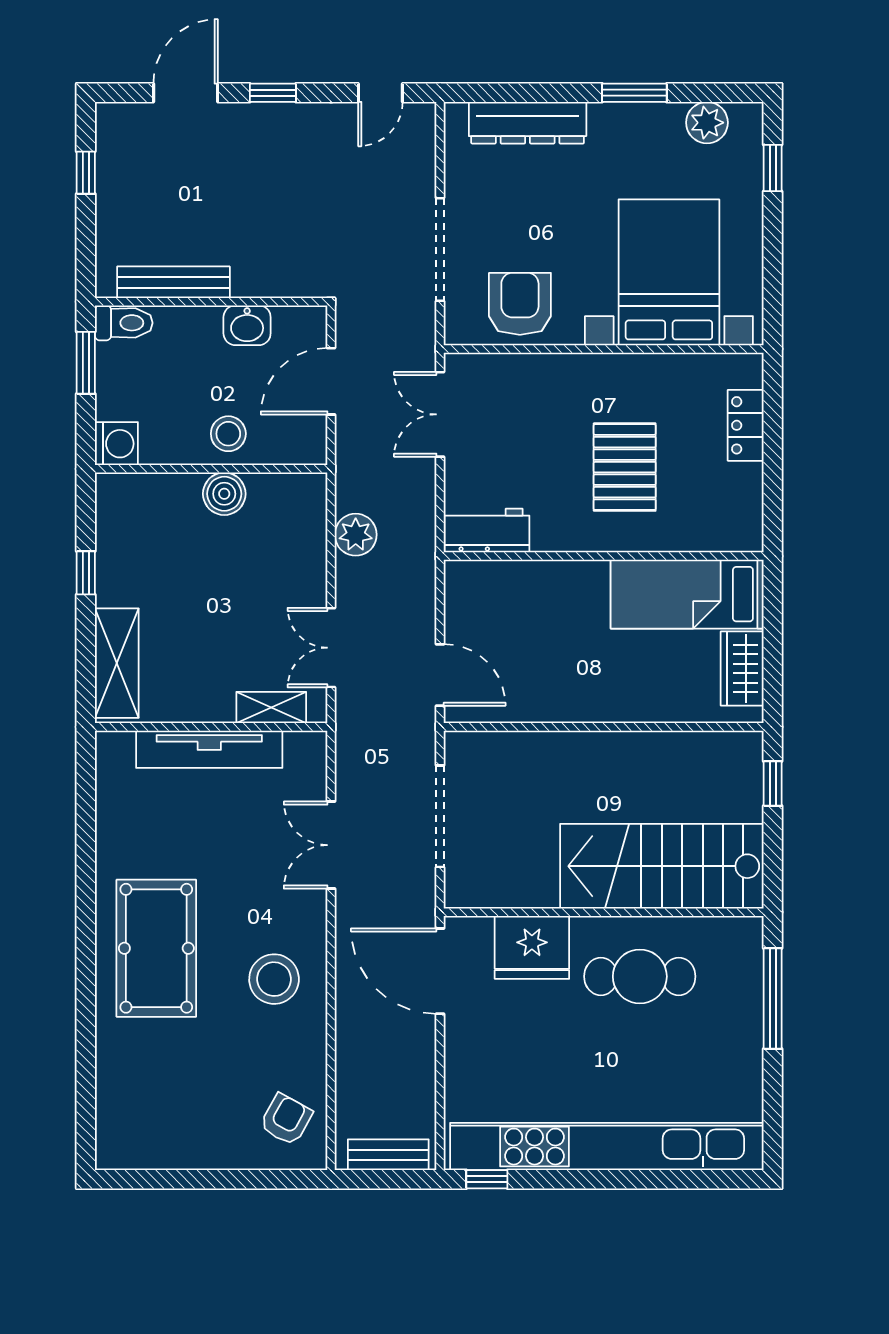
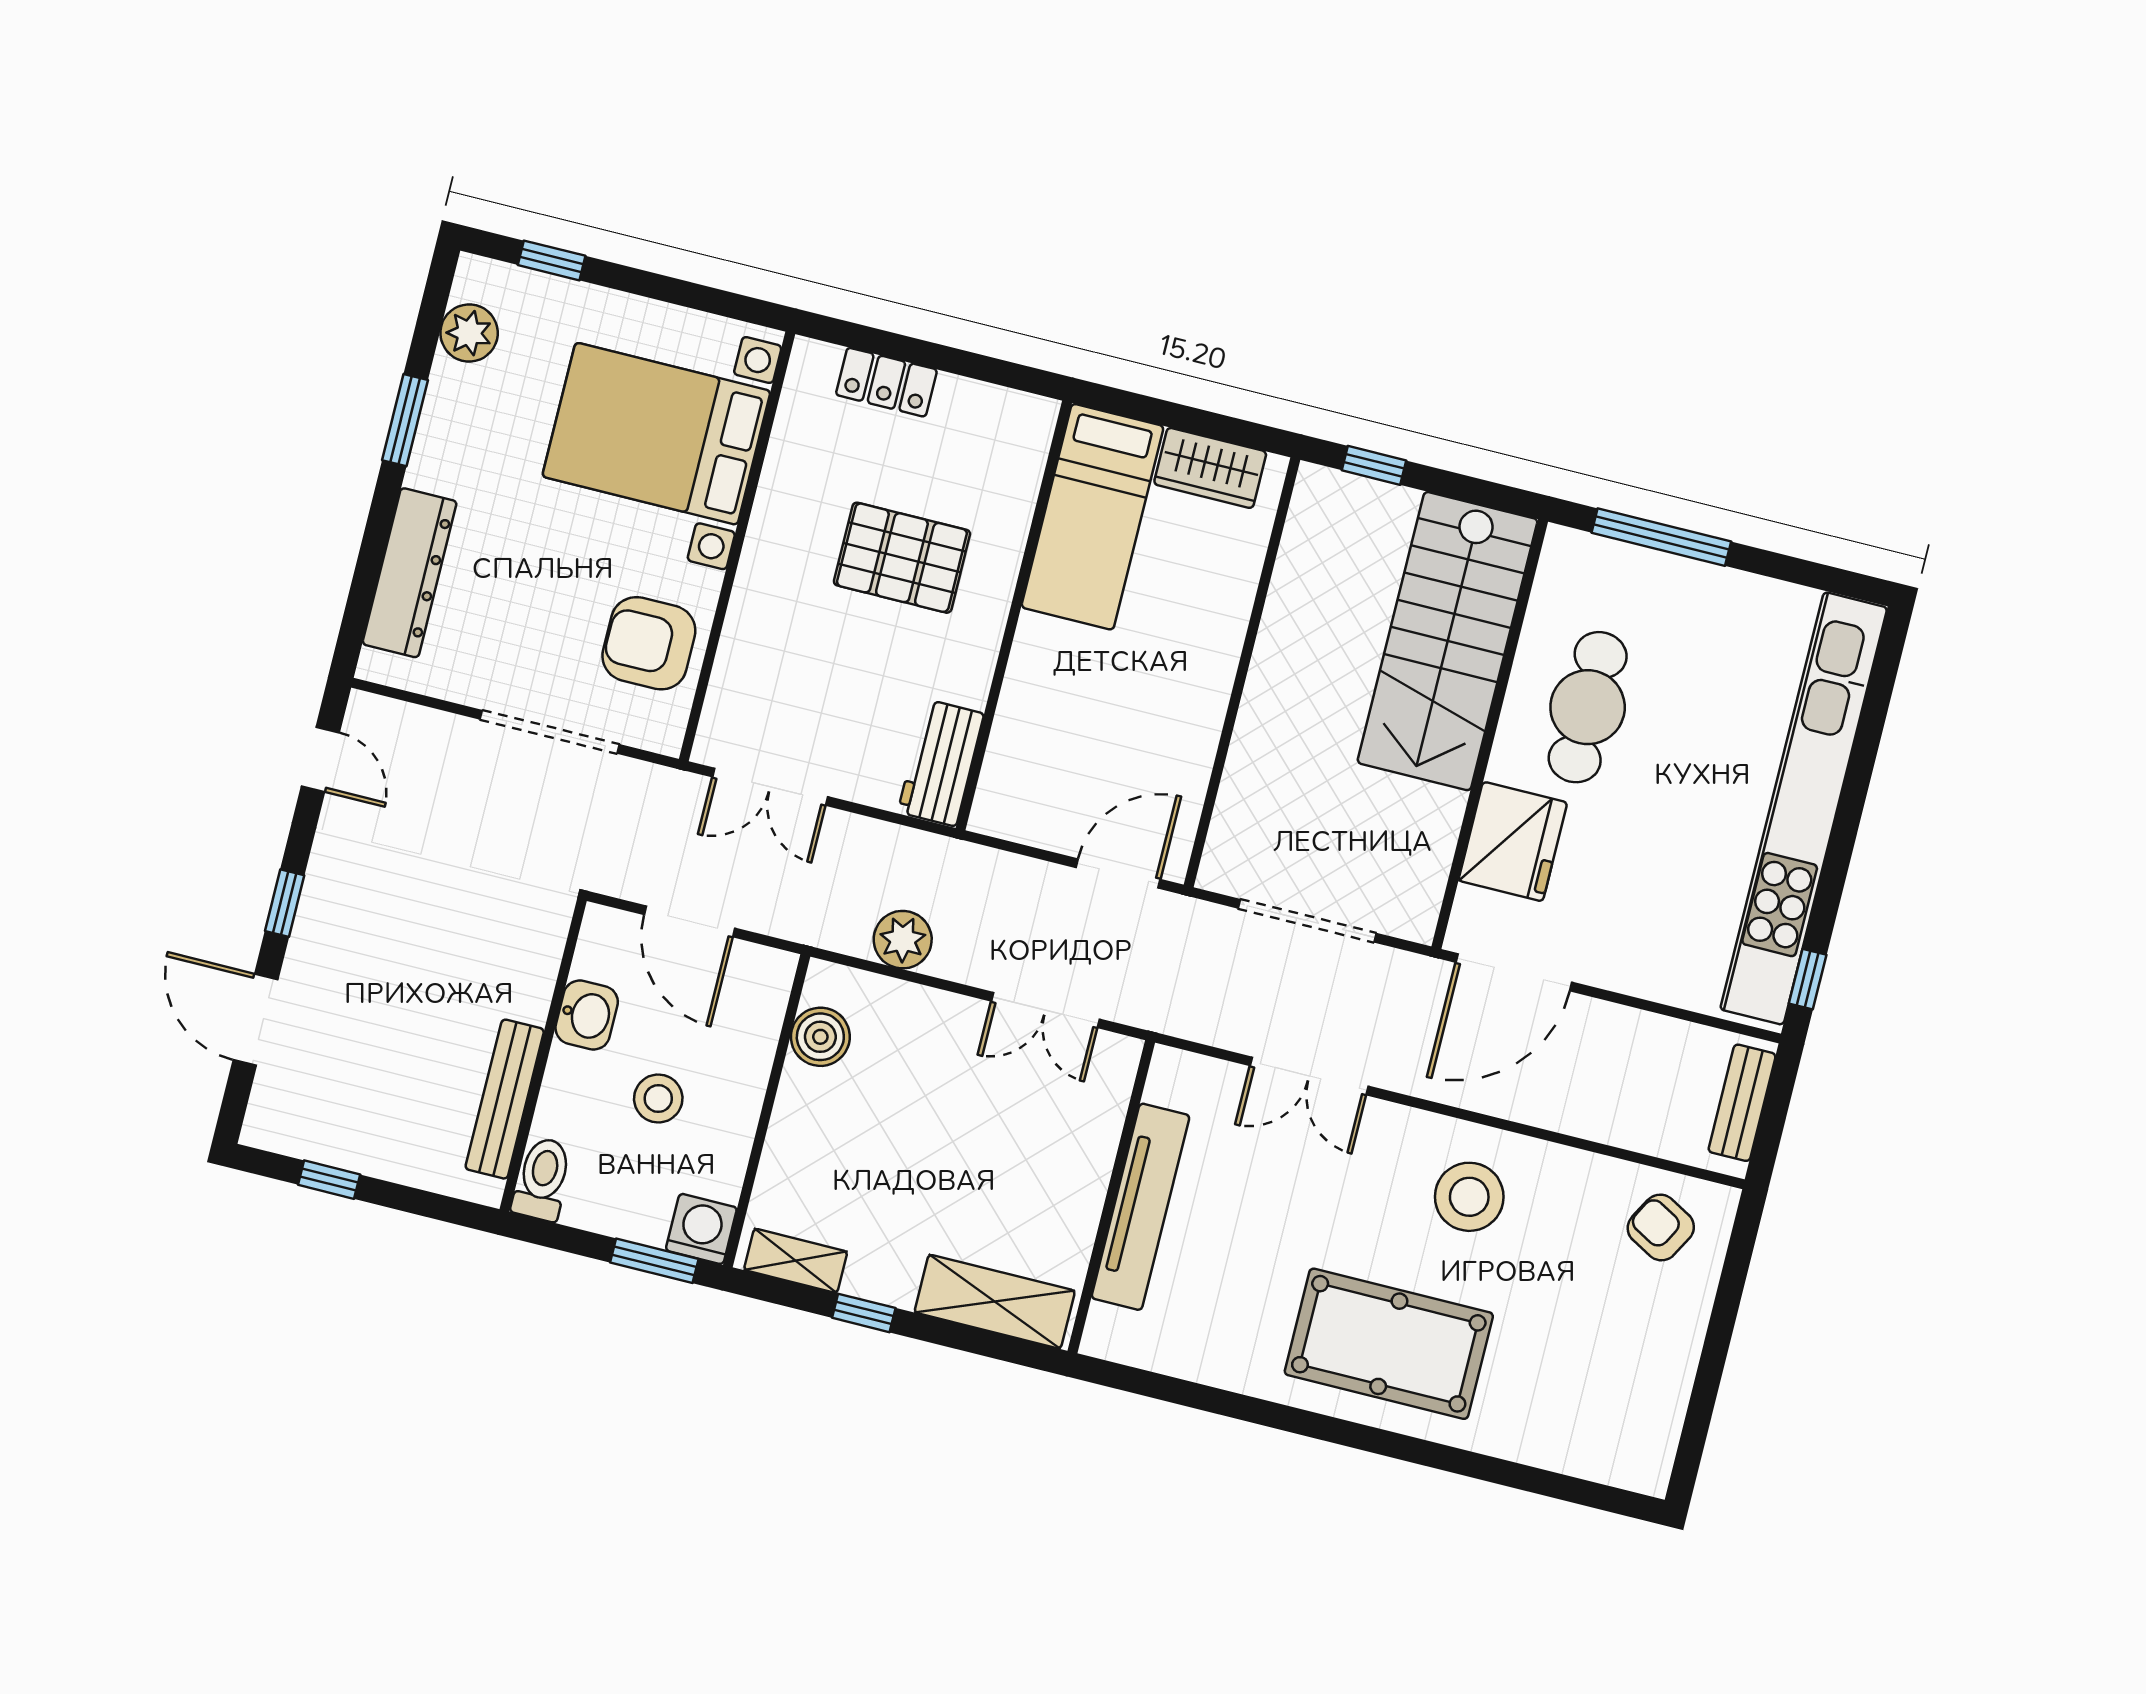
window: (86, 363) -> (654, 1261), moved
stool: (228, 434) -> (658, 1099), moved
boiler: (224, 494) -> (820, 1037), moved
shelving: (271, 708) -> (796, 1261), moved, turned 90

